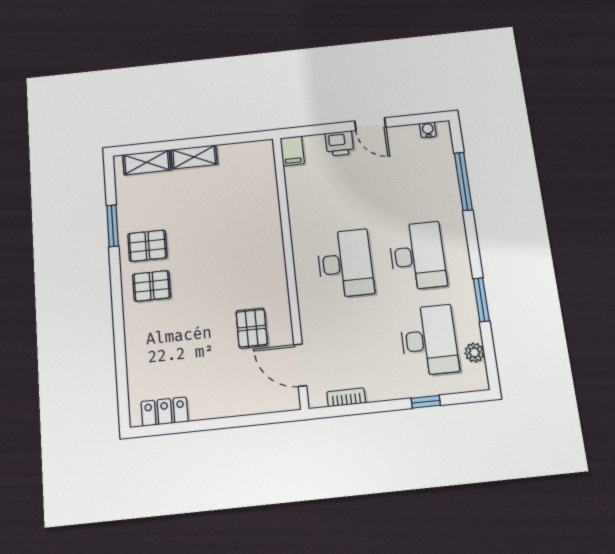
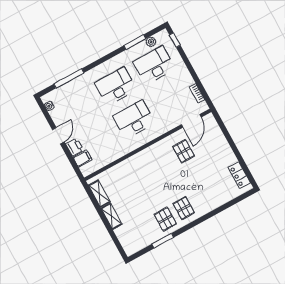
filing cabinet: (292, 151) -> (82, 158), moved
shelving: (147, 162) -> (99, 194), moved
window: (481, 300) -> (135, 42), moved
pallet: (252, 328) -> (184, 151), turned 90
window: (426, 402) -> (175, 40), moved

